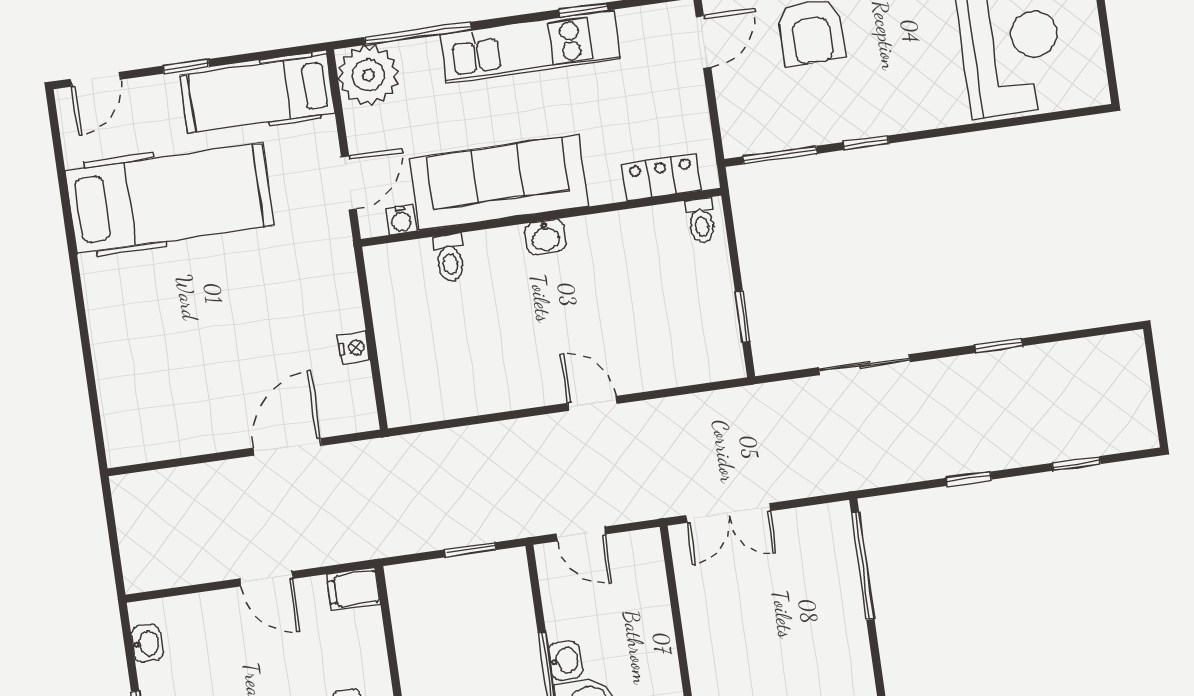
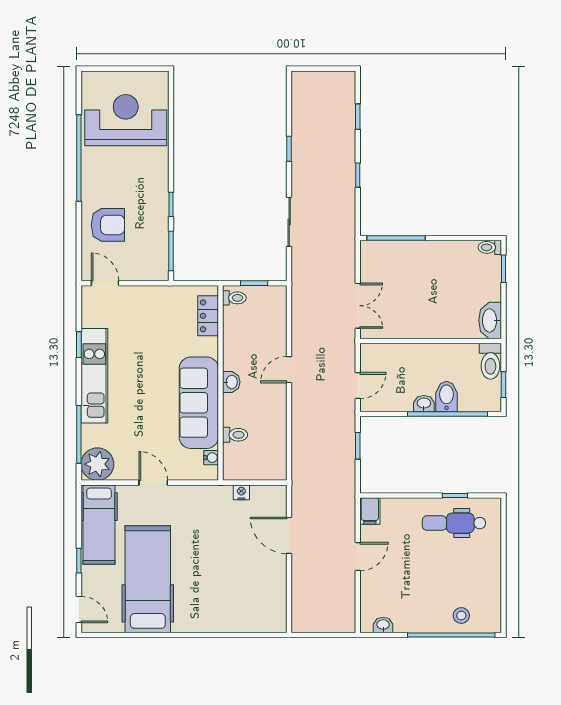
locker: (661, 177) -> (208, 316), moved
sofa: (499, 183) -> (199, 403), moved
wall: (541, 217) -> (220, 383), moved
water cooler: (401, 220) -> (211, 458), moved
toilet: (701, 221) -> (234, 298), moved
washbasin: (545, 237) -> (231, 382), moved
toilet: (449, 258) -> (235, 435), moved

